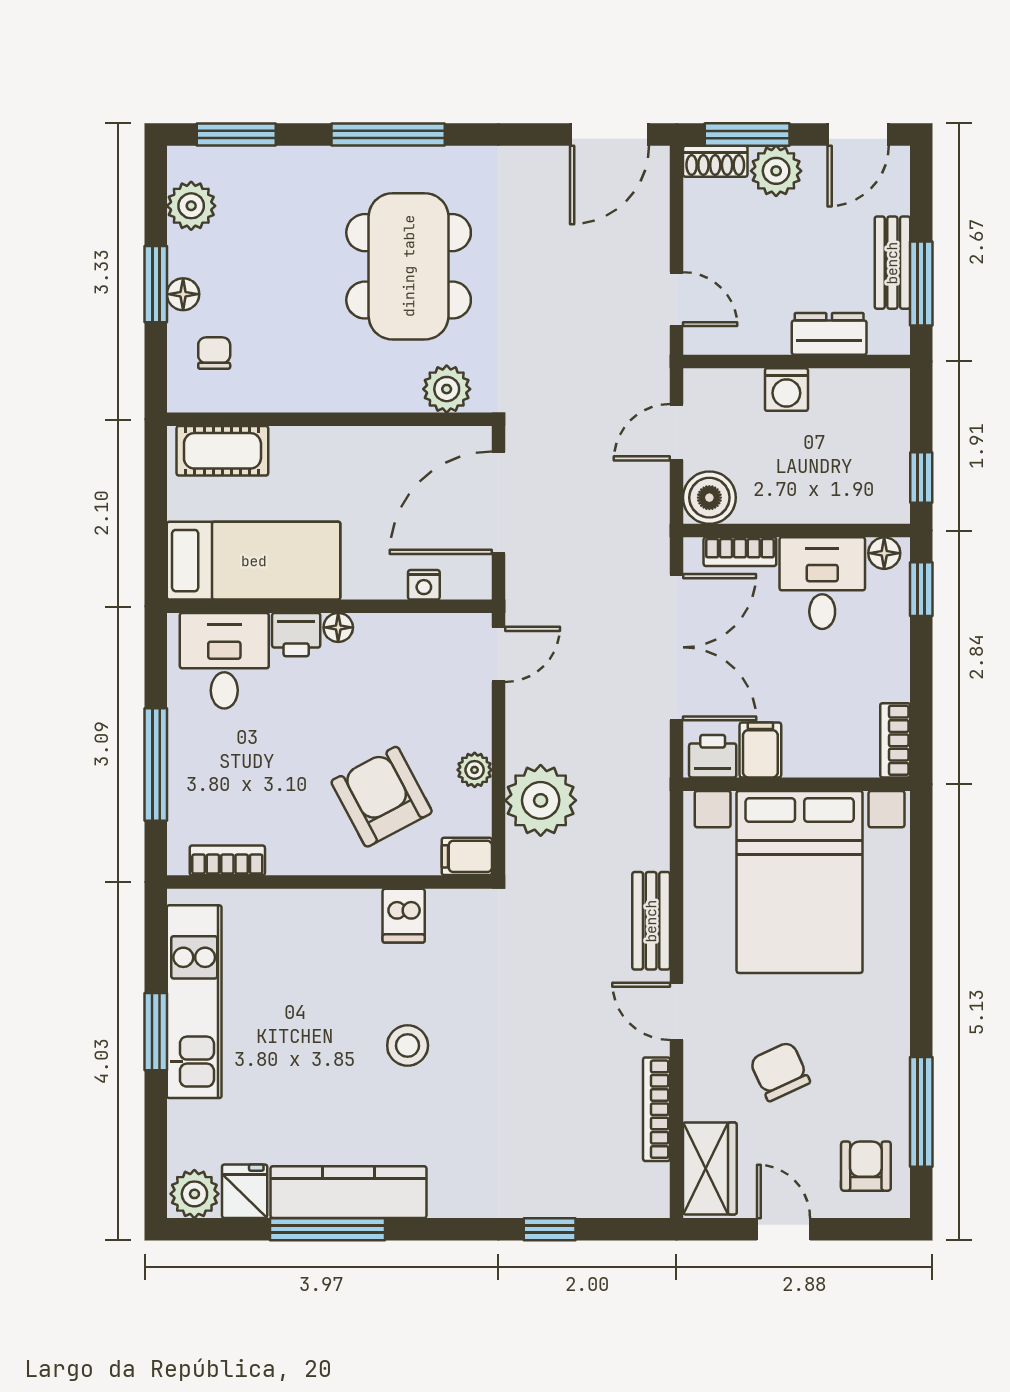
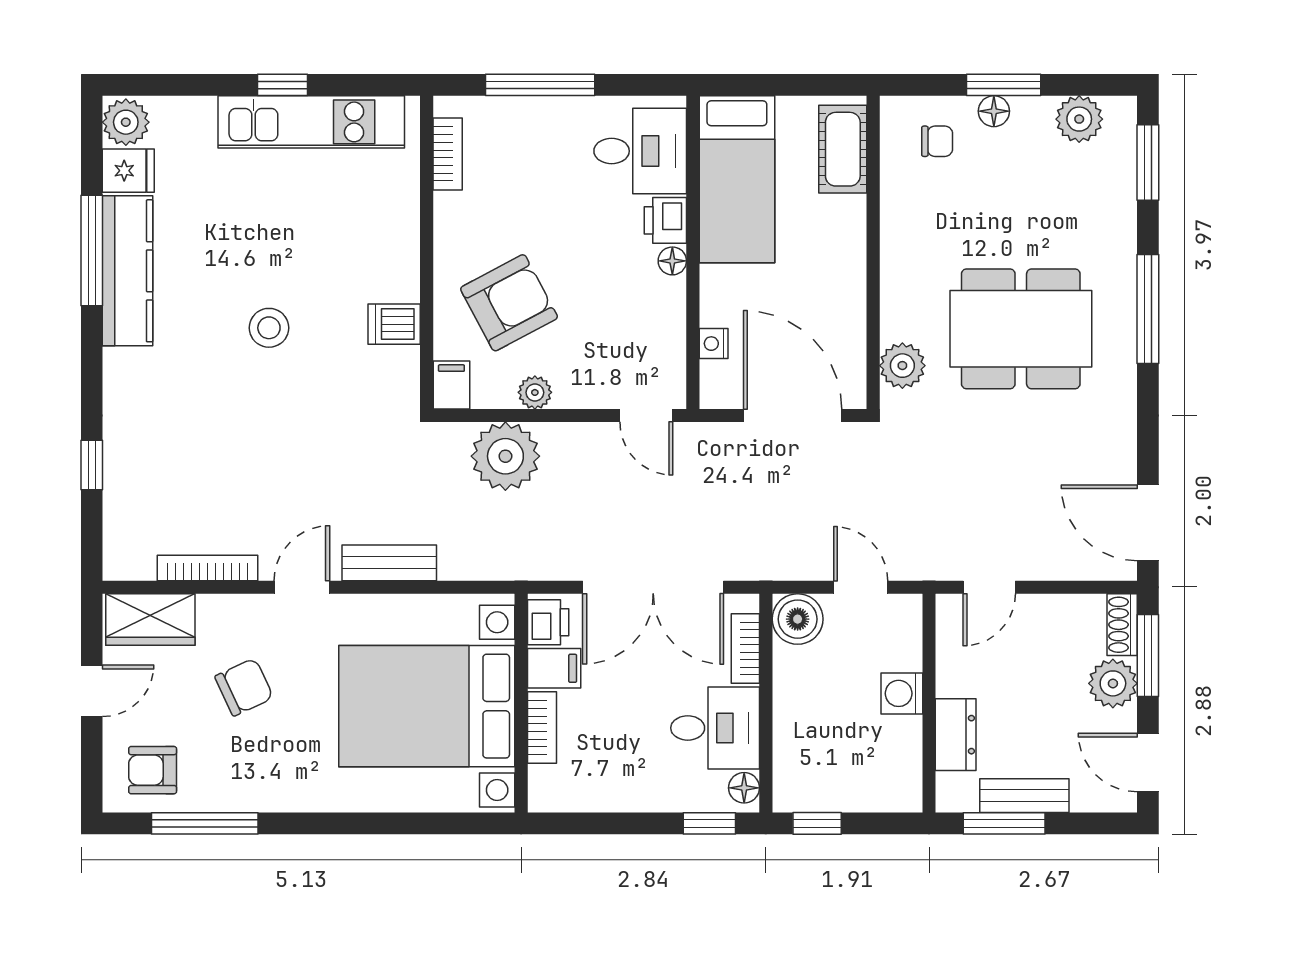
bookcase: (895, 740) -> (542, 728), moved, turned 90
window: (156, 1032) -> (282, 85), width x0.67
armchair: (866, 1166) -> (153, 770), turned 180

